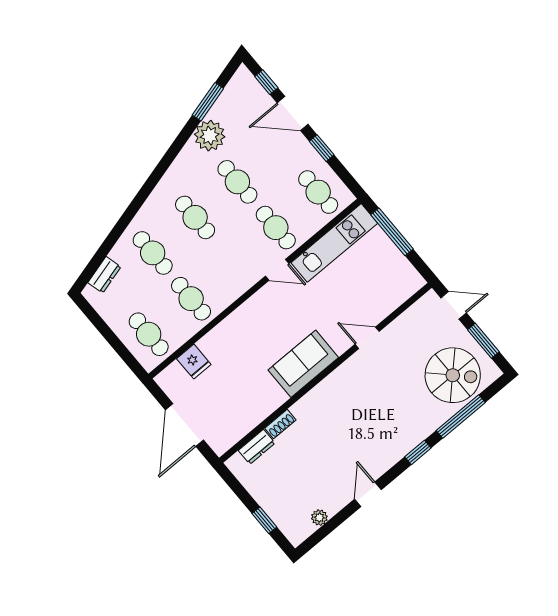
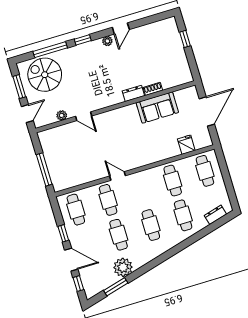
kitchen unit: (334, 243) -> (79, 177), removed
door: (454, 305) -> (27, 114), swing flipped
plant: (401, 325) -> (62, 115), added
sofa: (303, 364) -> (157, 108), moved
dresser: (257, 447) -> (133, 93), moved
plant: (319, 518) -> (107, 41), moved

